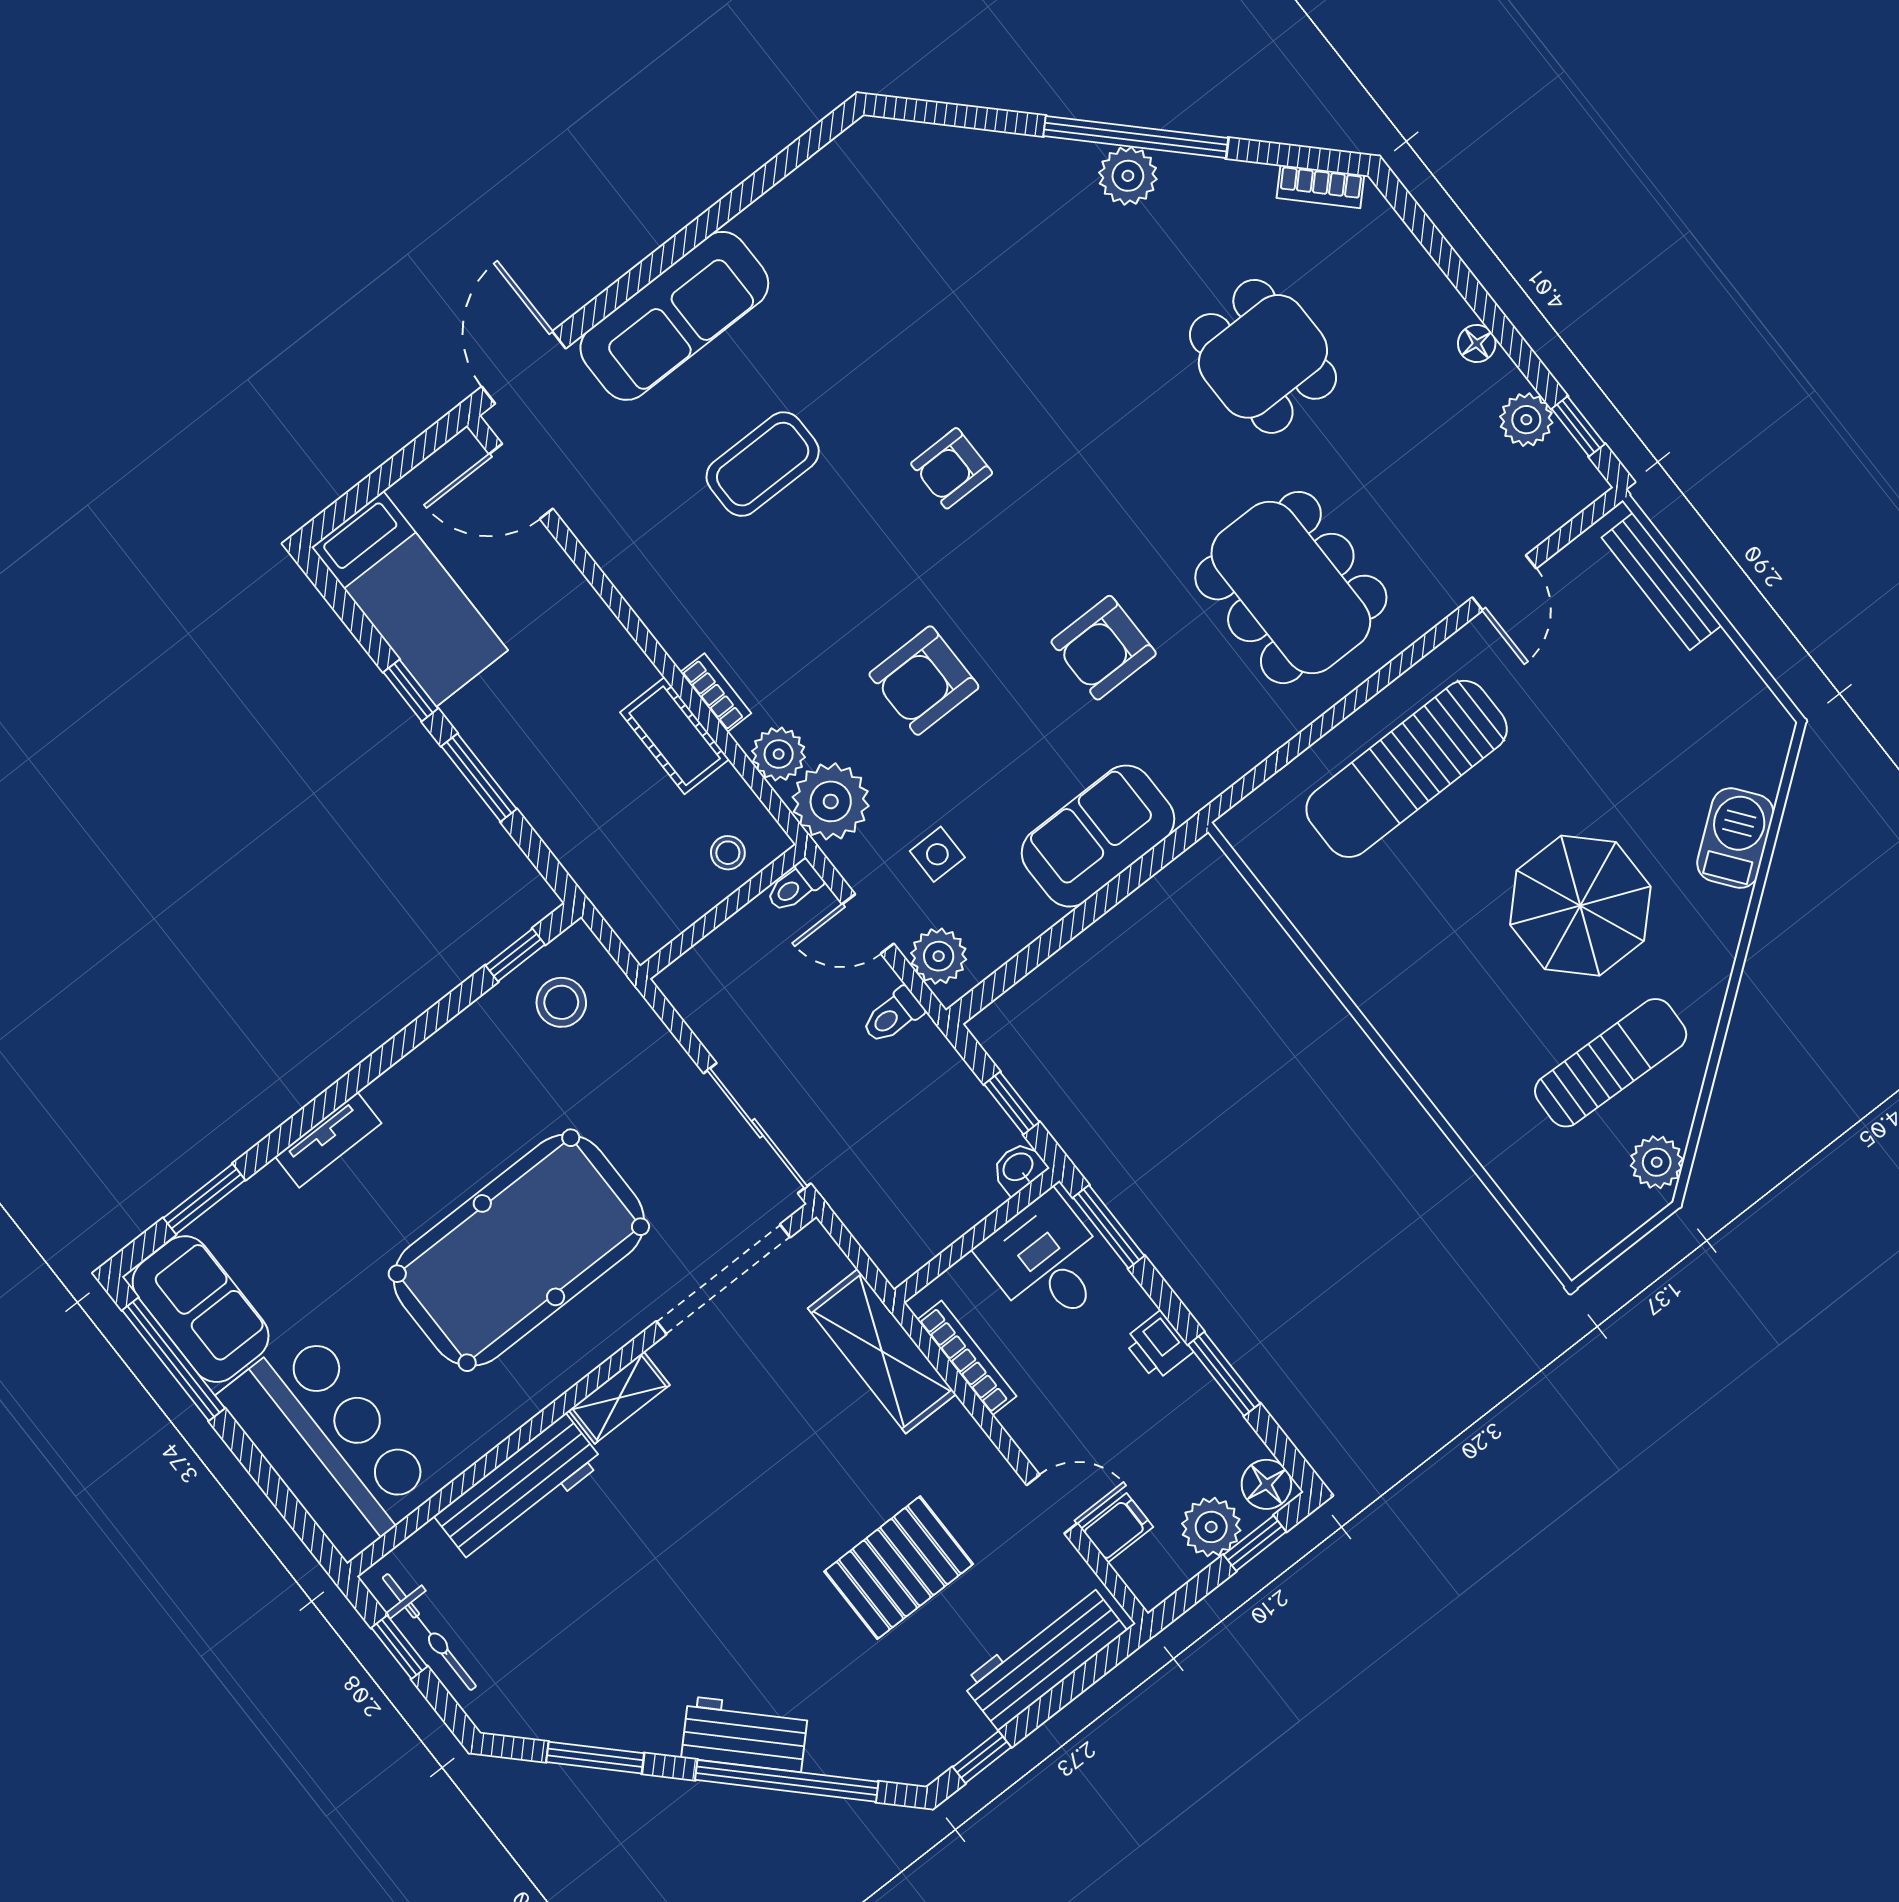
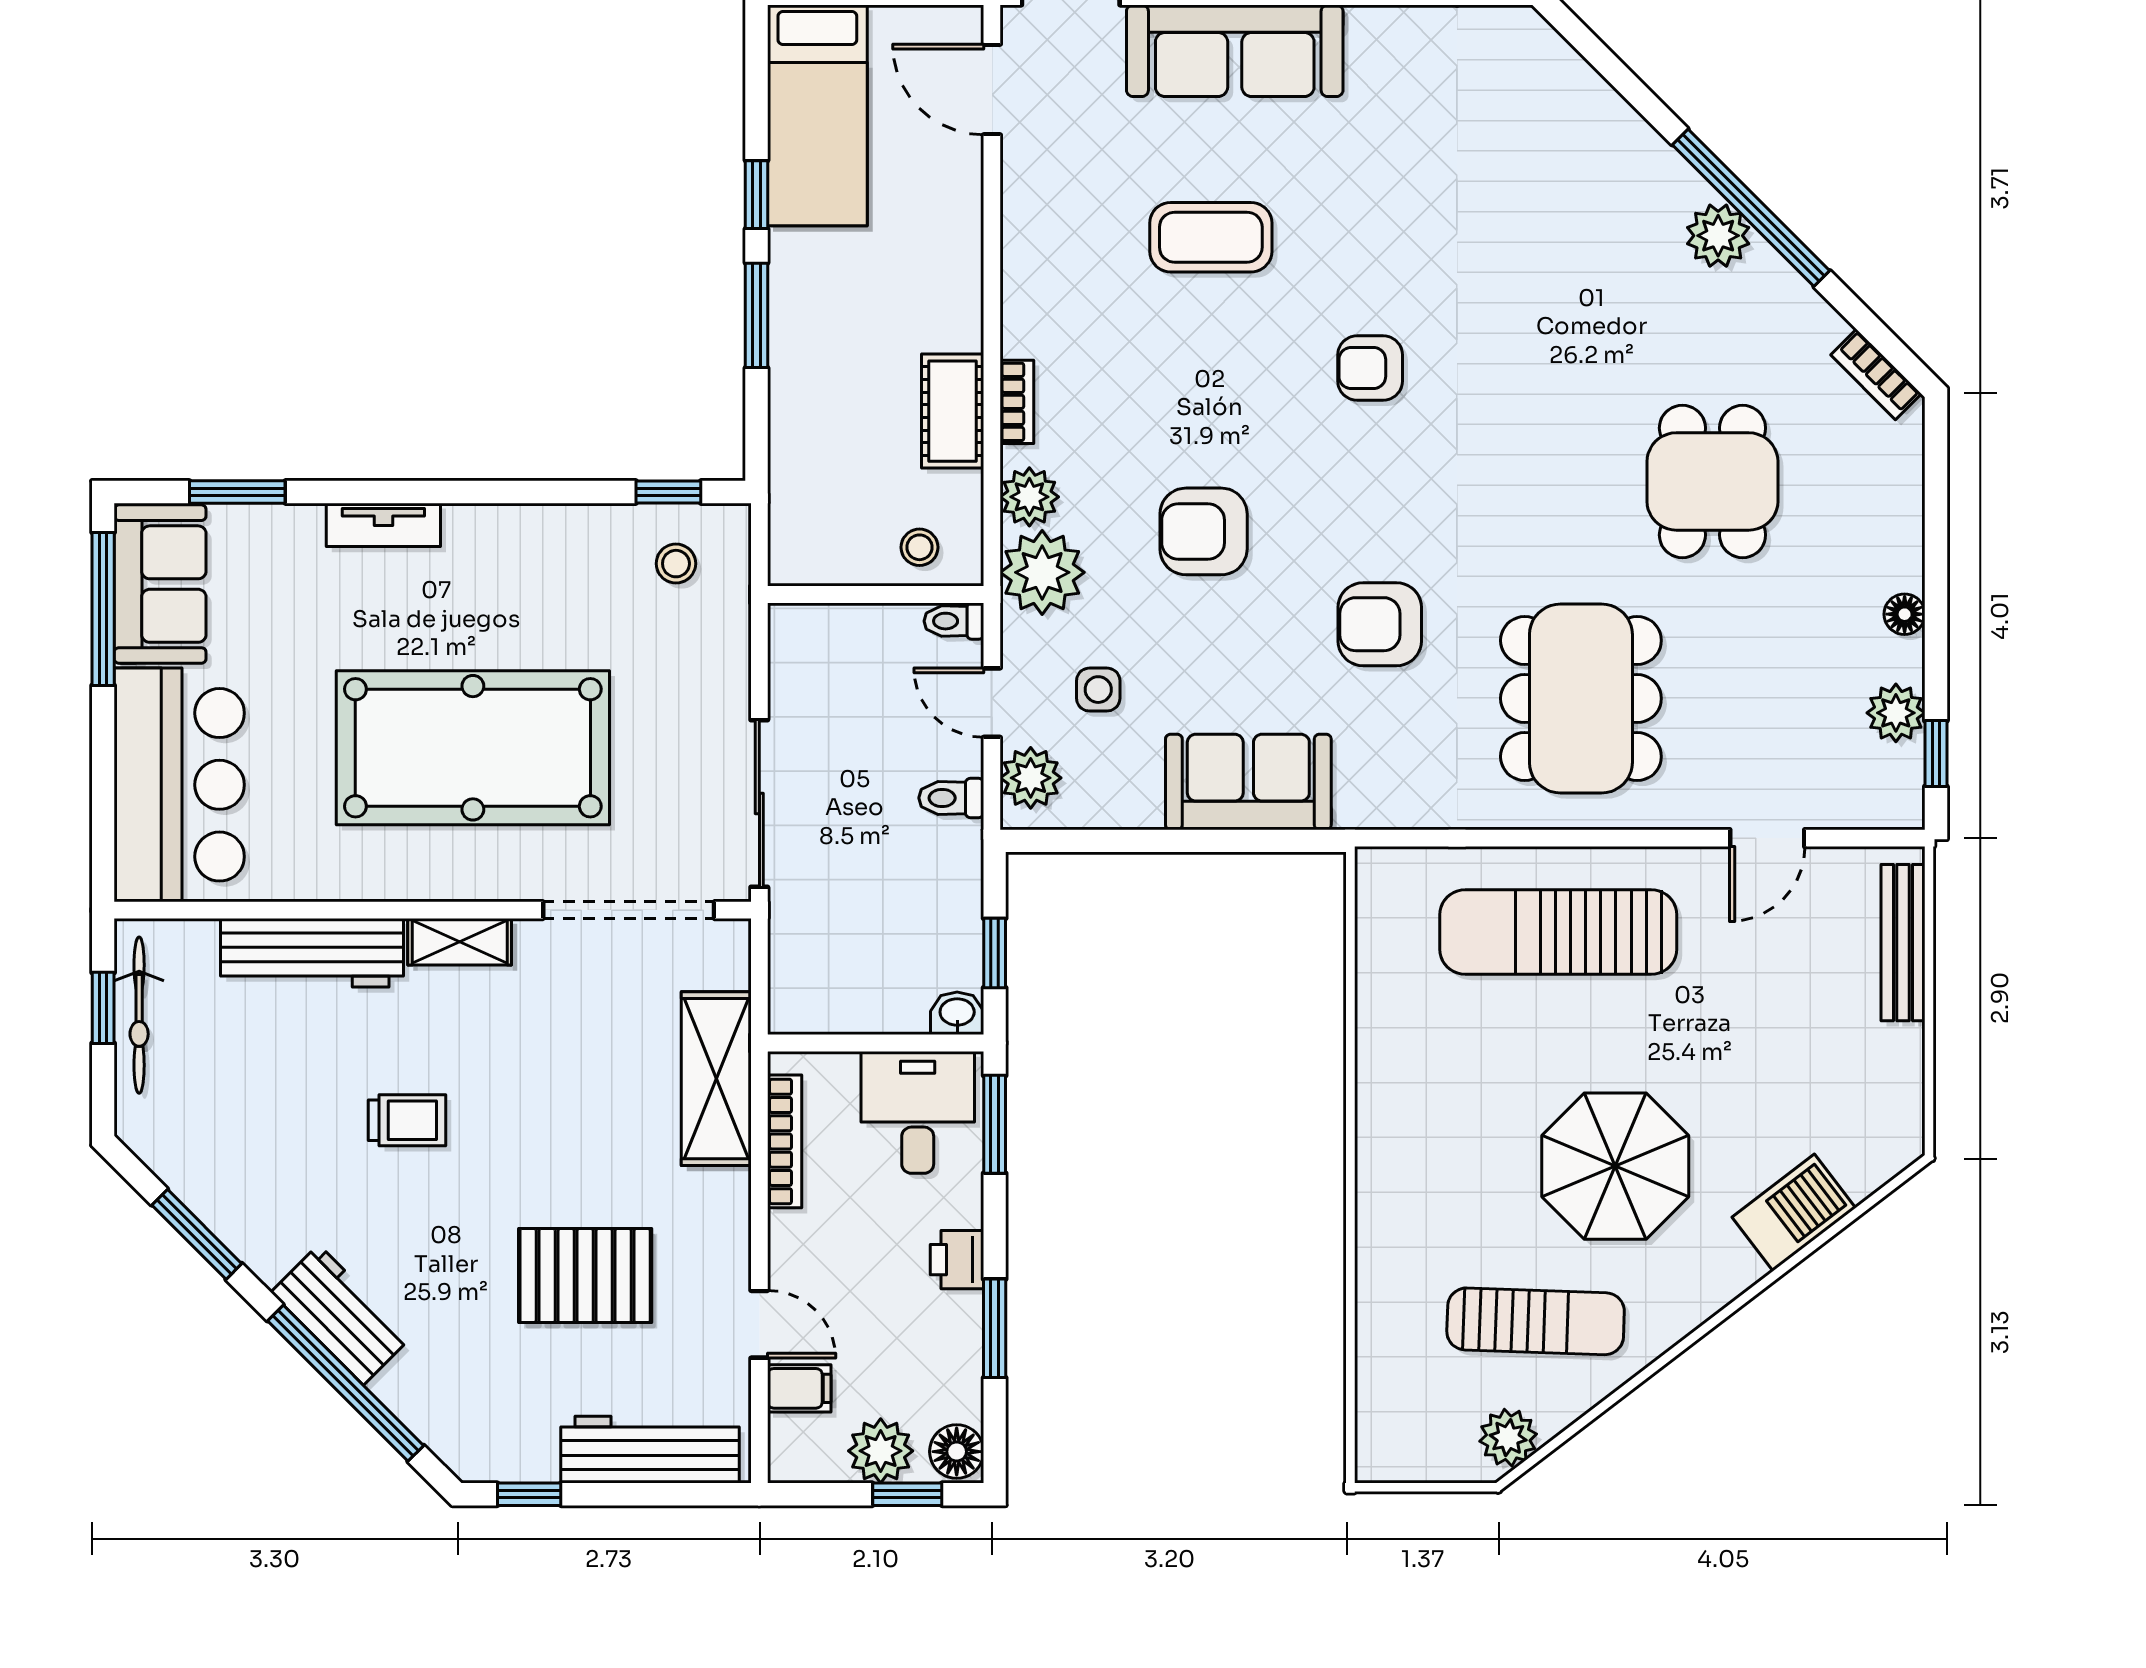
stool: (561, 1002) -> (676, 564), width x0.73, depth x0.73
trolley: (682, 1556) -> (407, 1120), added

